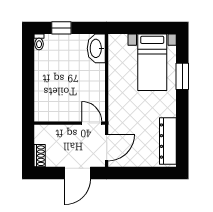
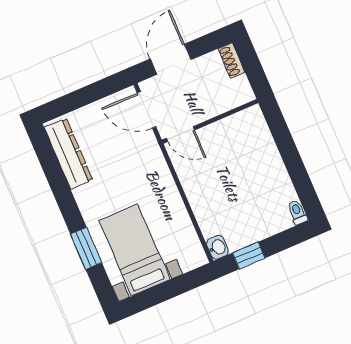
window: (61, 28) -> (249, 255), moved
washbasin: (96, 48) -> (217, 247), width x0.52, depth x0.69
door: (107, 148) -> (146, 110), hinge flipped

